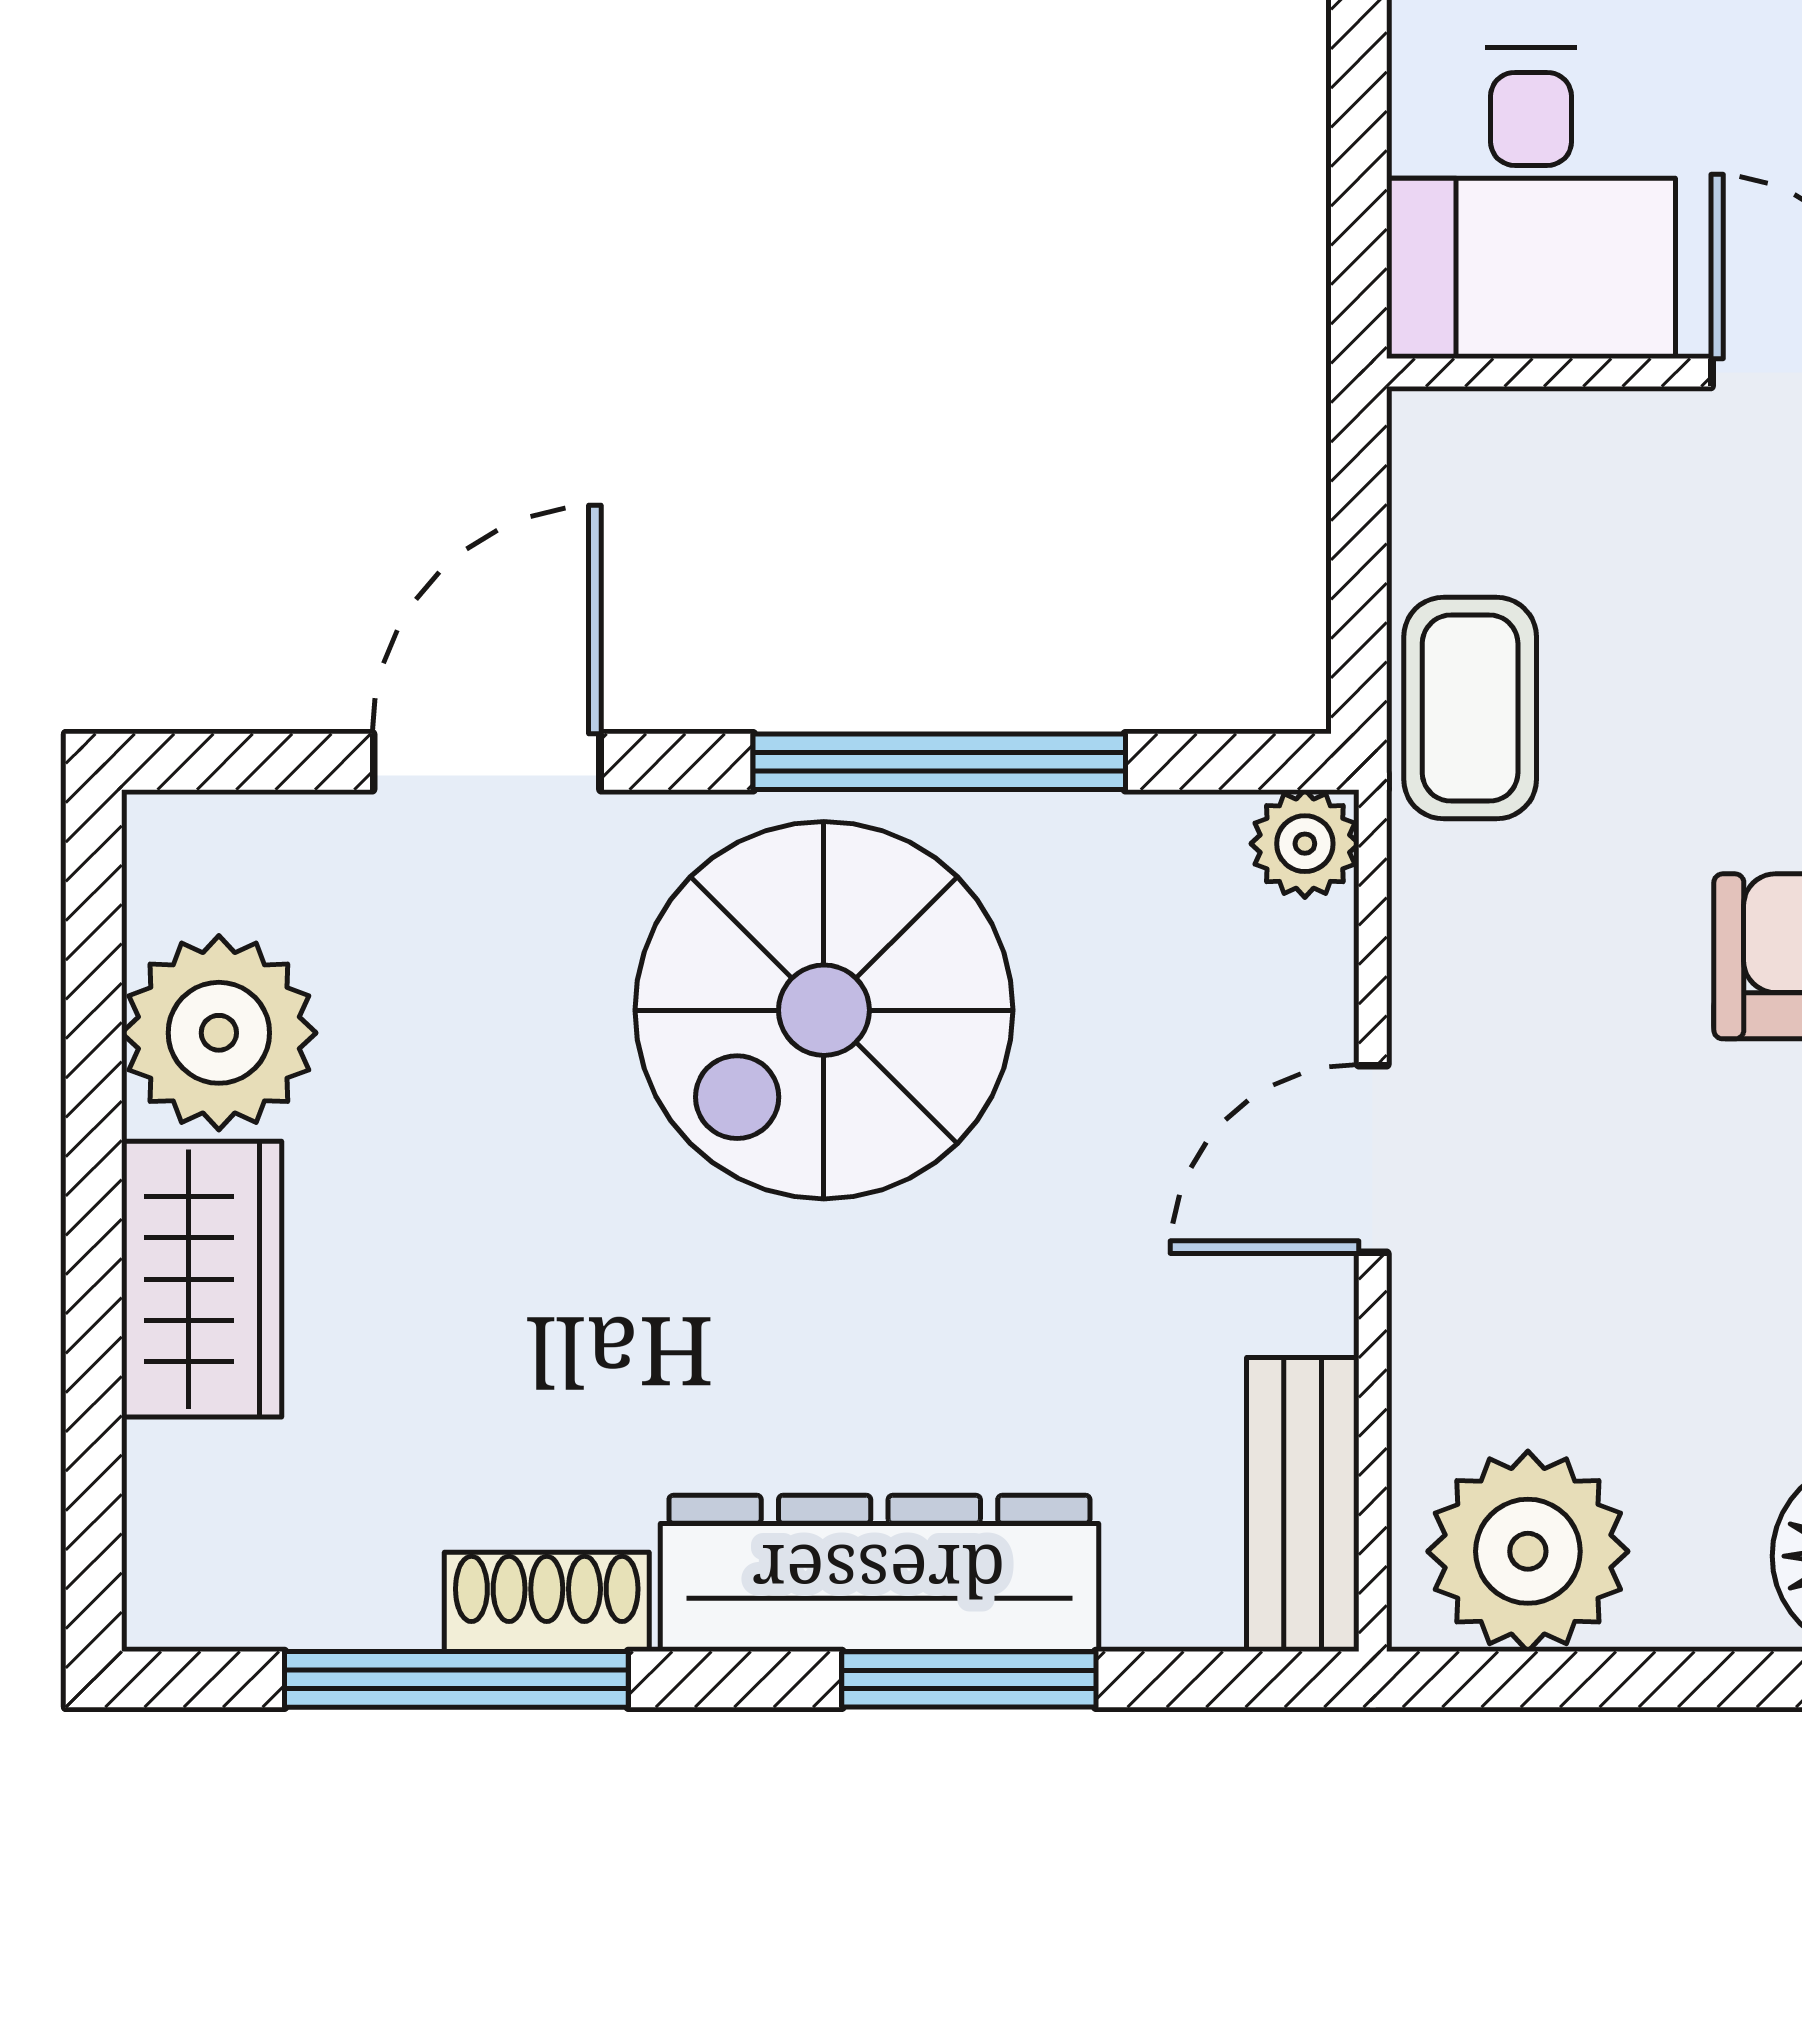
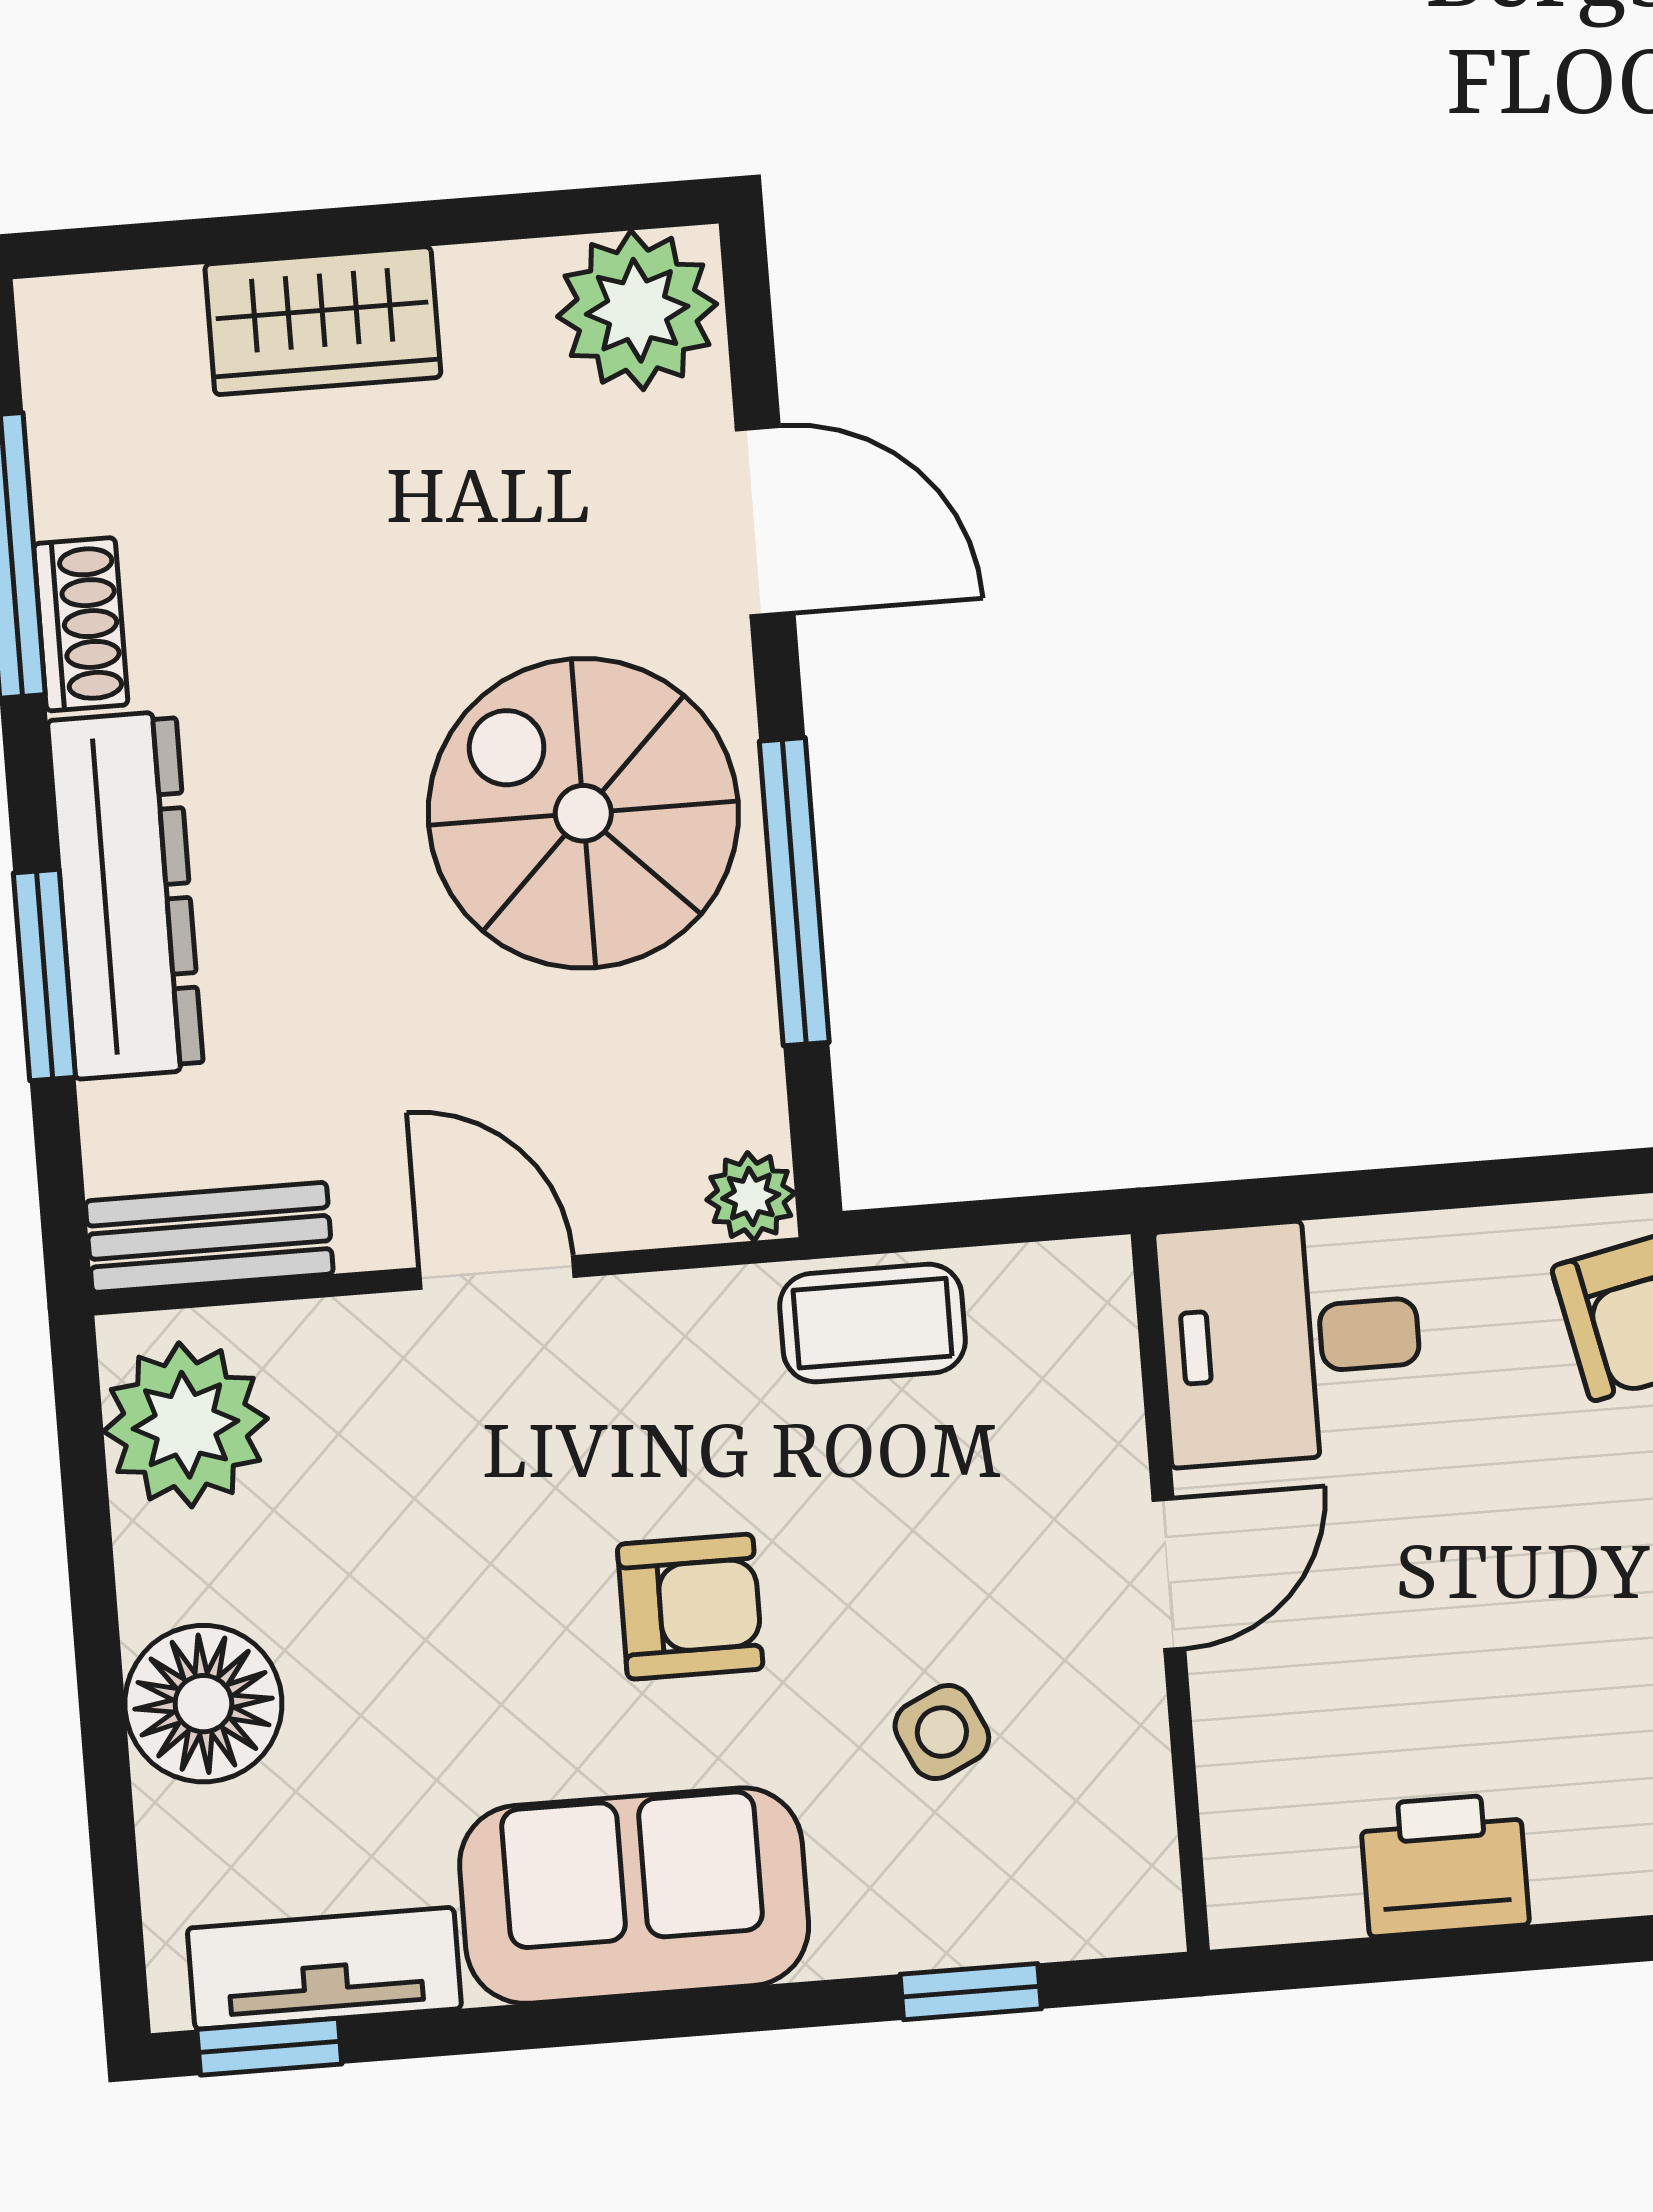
plant: (219, 1033) -> (637, 310), moved

